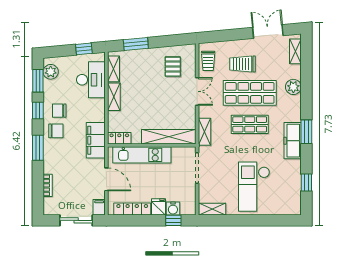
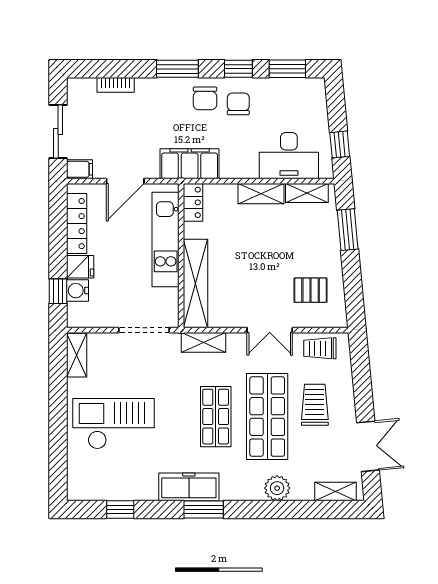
plant: (51, 72) -> (302, 90), removed

